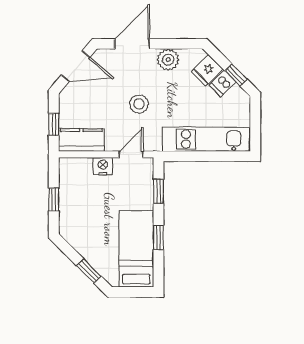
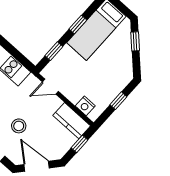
stool: (139, 104) -> (19, 126), moved
nightstand: (103, 166) -> (85, 106), moved

